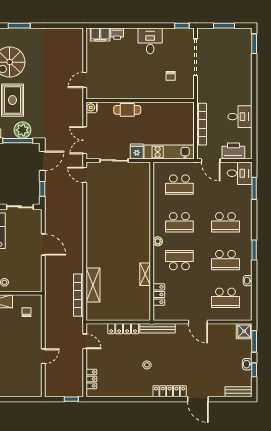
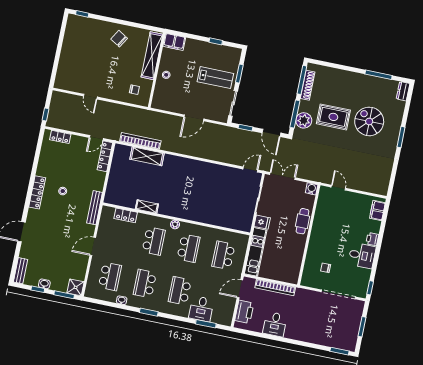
printer: (117, 34) -> (372, 239), moved
desk: (240, 173) -> (201, 309), moved
school desk: (179, 222) -> (189, 248), turned 180
school desk: (225, 298) -> (110, 276), turned 180
locker: (123, 329) -> (105, 156), moved
locker: (170, 391) -> (37, 192), moved

